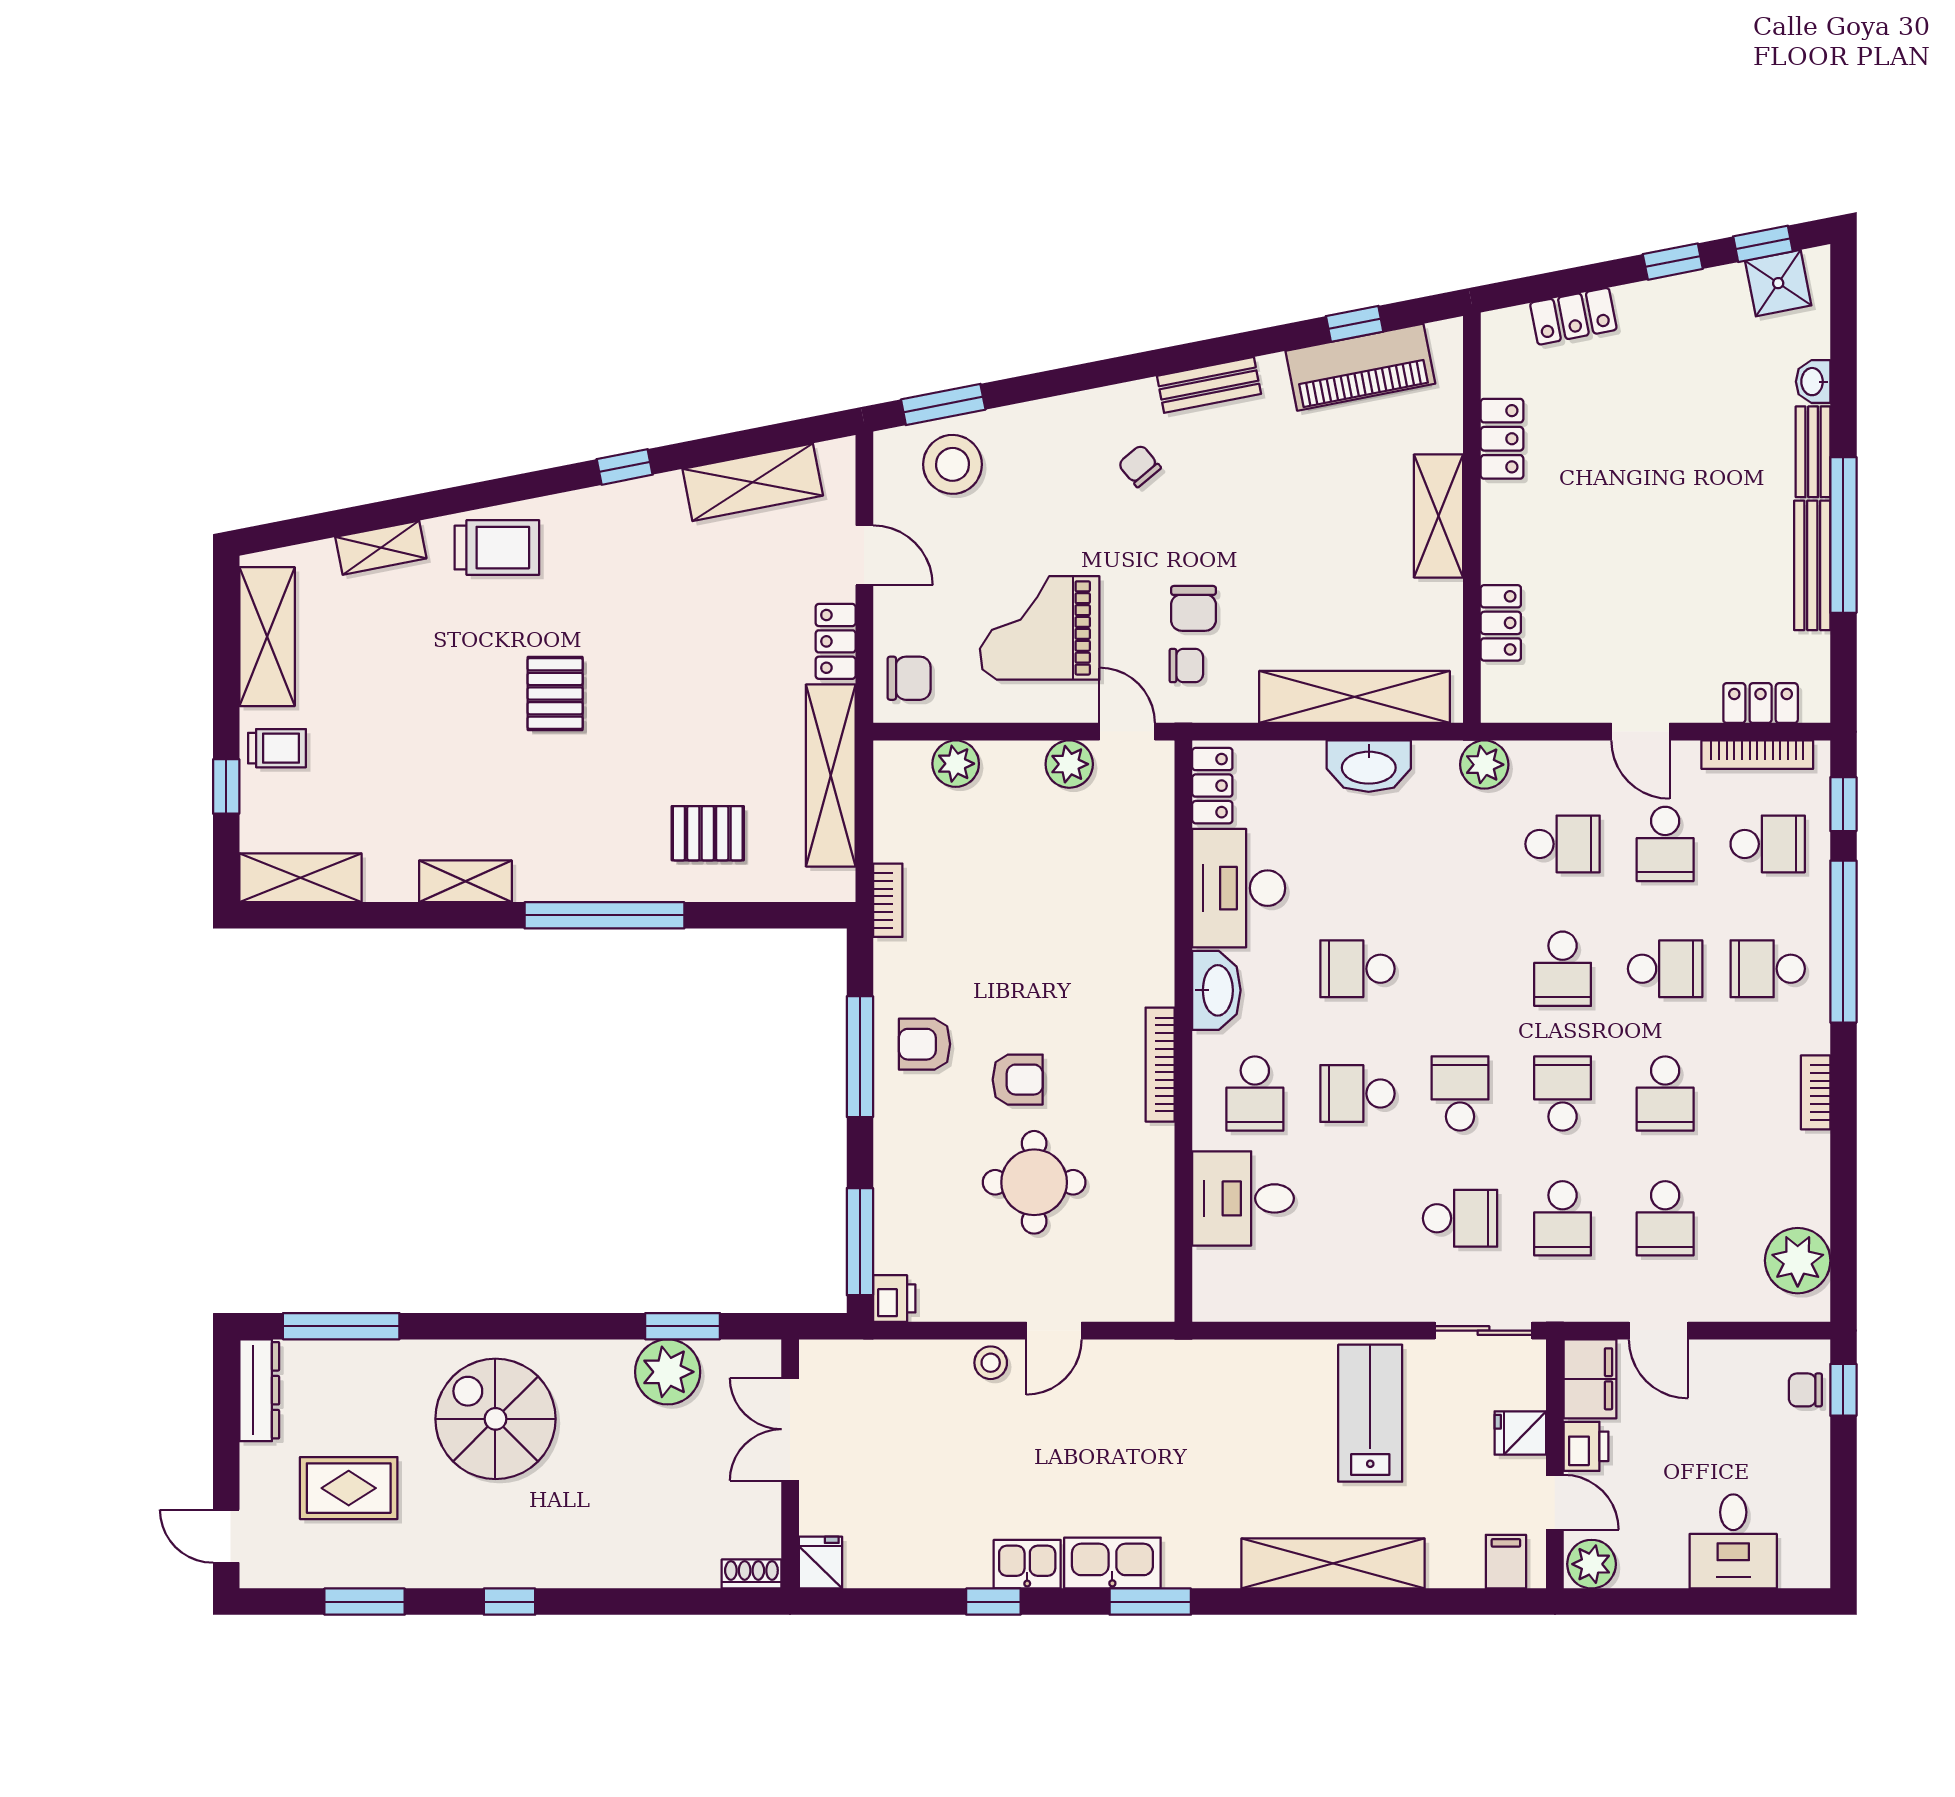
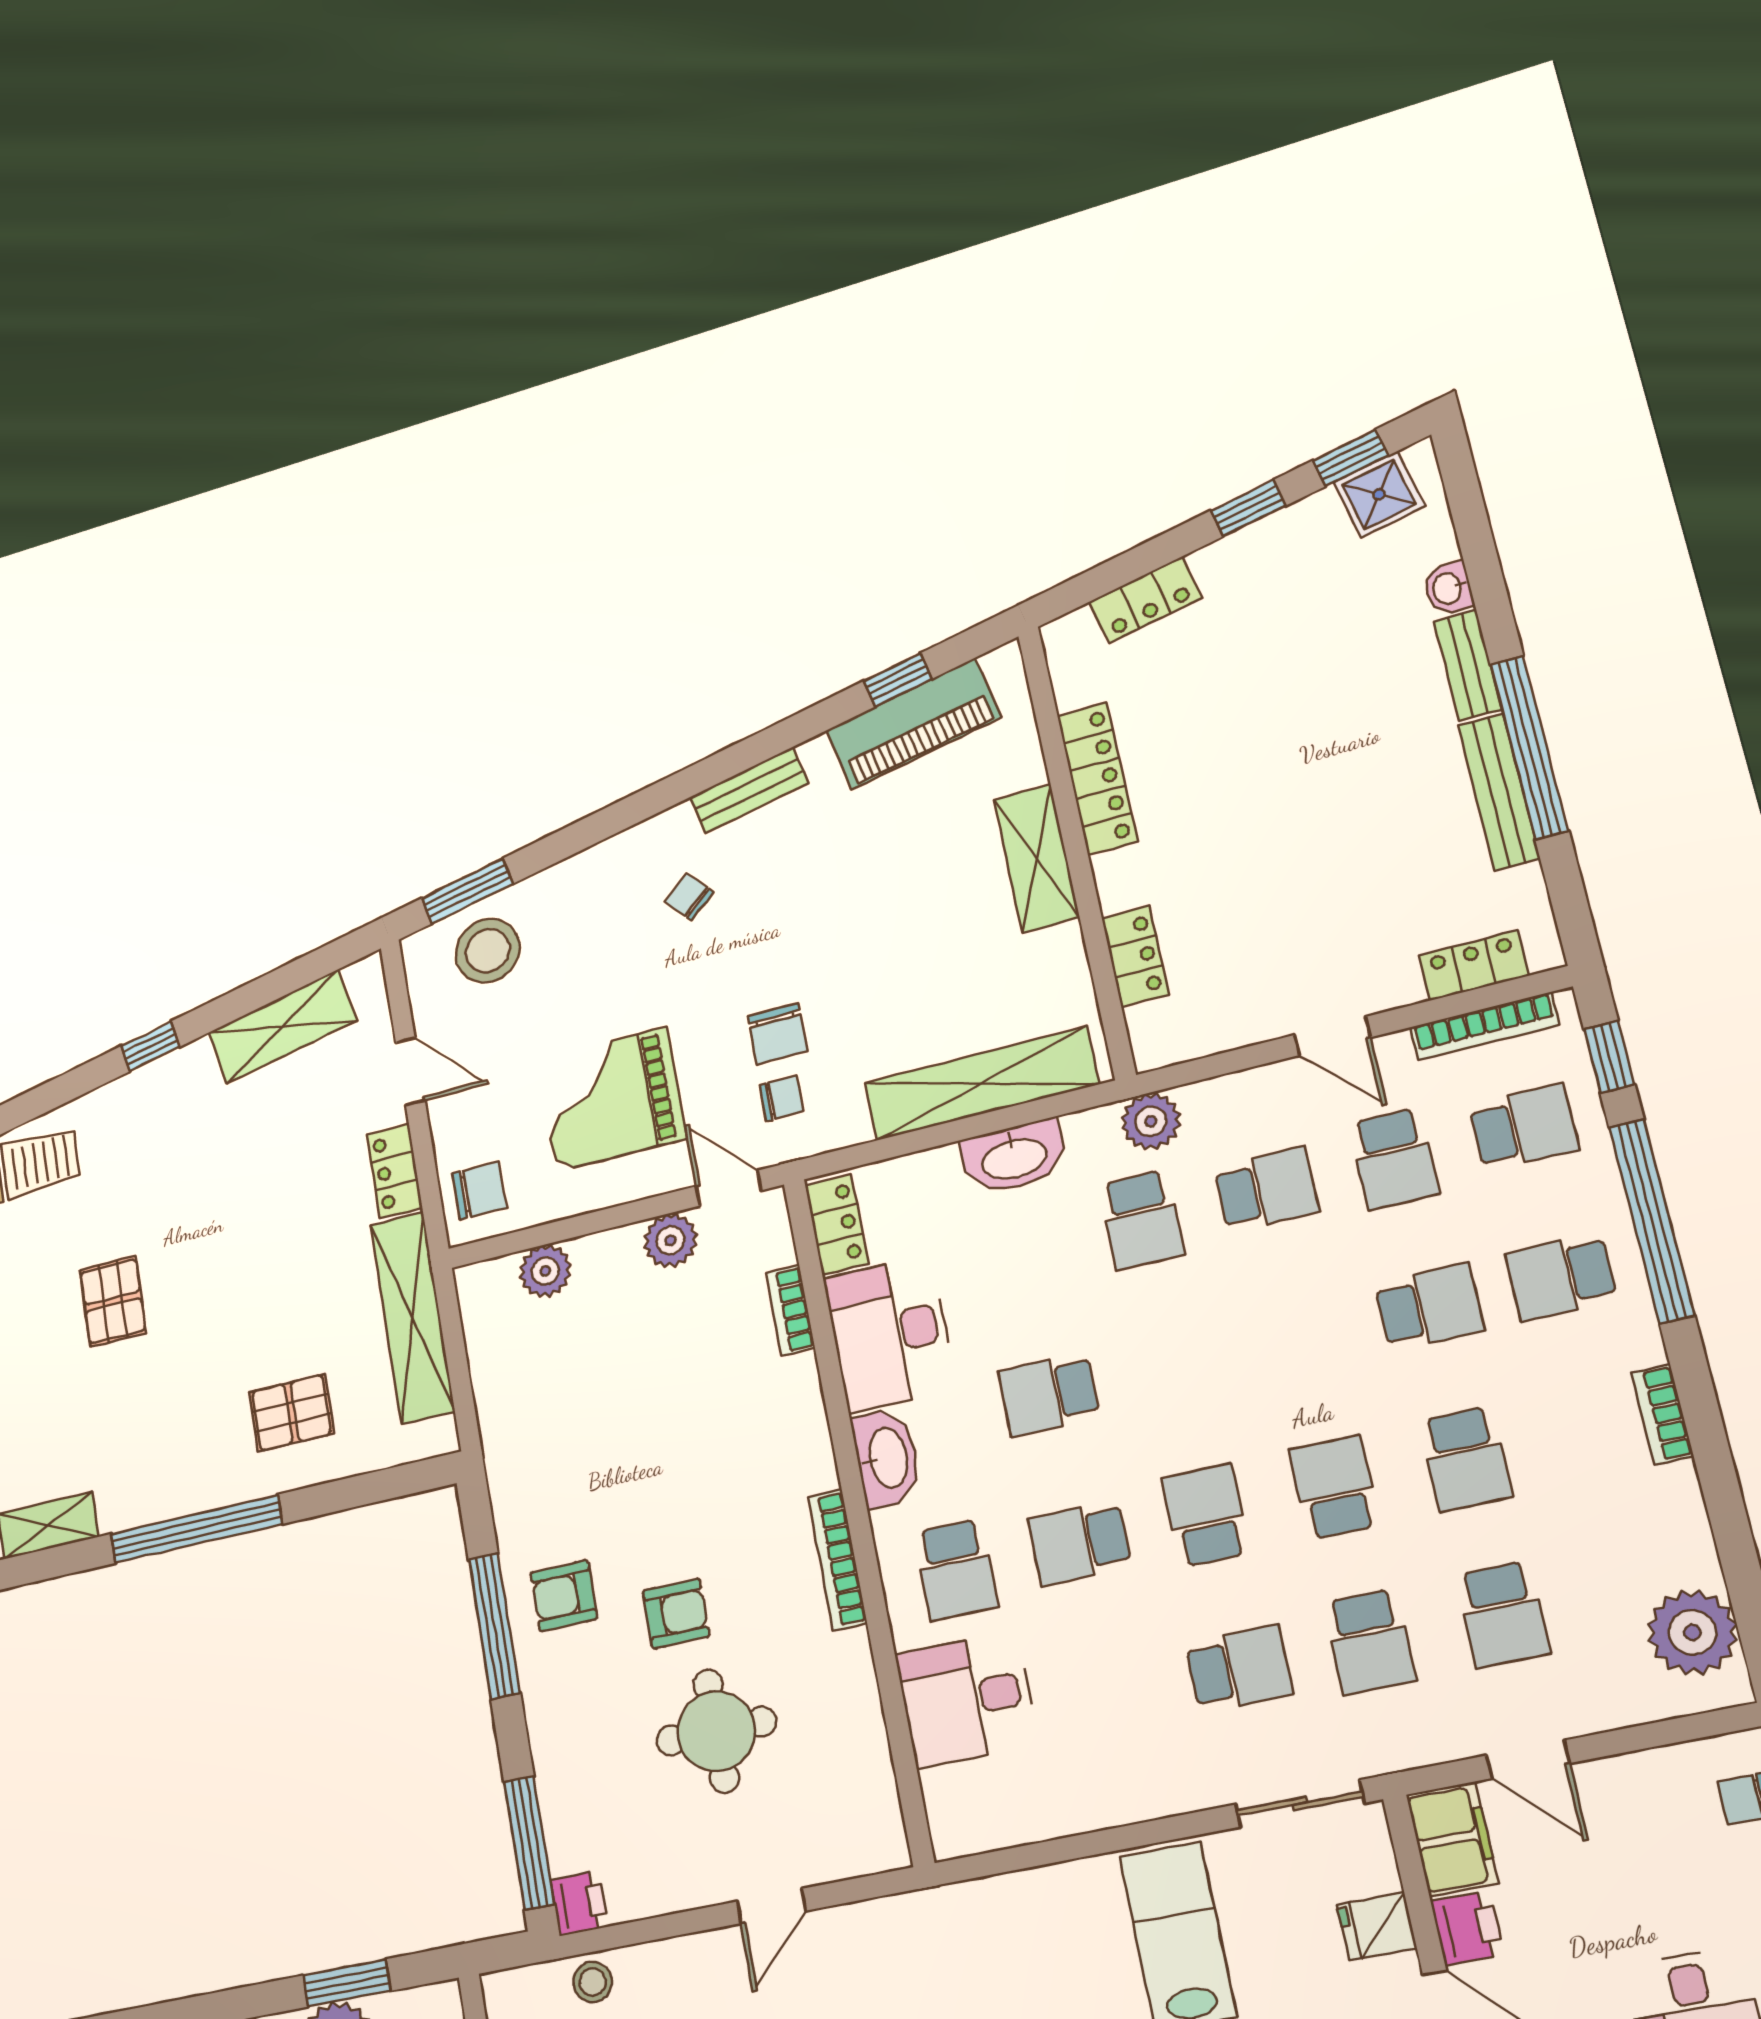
locker: (1502, 439) -> (1097, 778), width x1.53
bookcase: (888, 900) -> (790, 1310), moved, turned 180
school desk: (1563, 969) -> (1141, 1220), moved
stool: (991, 1363) -> (593, 1982), moved

